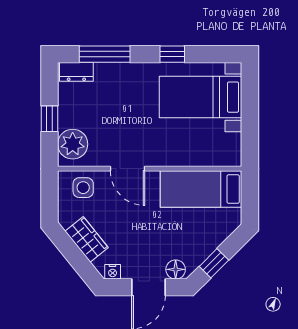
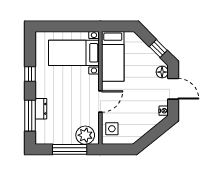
dresser: (76, 72) -> (41, 109), moved
bed with nightstands: (201, 97) -> (74, 53), moved, turned 90
window: (49, 119) -> (70, 149), width x2.17
wardrobe: (87, 239) -> (144, 127), removed

